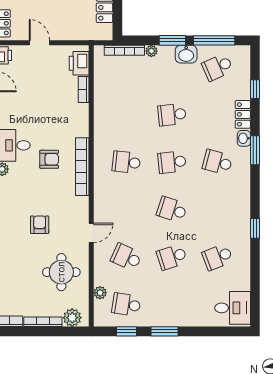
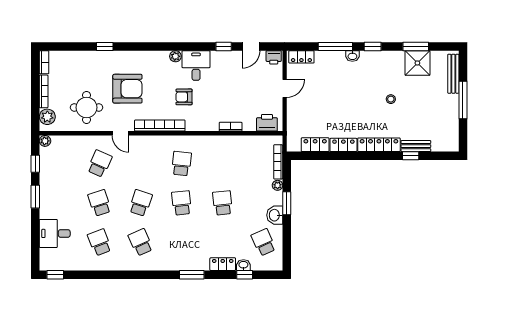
window: (214, 40) -> (287, 239), removed
bookcase: (84, 89) -> (231, 127), moved
washbasin: (244, 138) -> (243, 265), moved
armchair: (49, 159) -> (184, 97), turned 90
school desk: (218, 162) -> (141, 242), moved, turned -39
bookcase: (82, 167) -> (160, 126), moved
armchair: (40, 225) -> (127, 89), width x1.88, depth x1.88
window: (255, 228) -> (55, 275), moved
plant: (100, 293) -> (45, 141), moved
school desk: (126, 305) -> (59, 164), removed
desk: (233, 308) -> (55, 233), moved, turned 90

